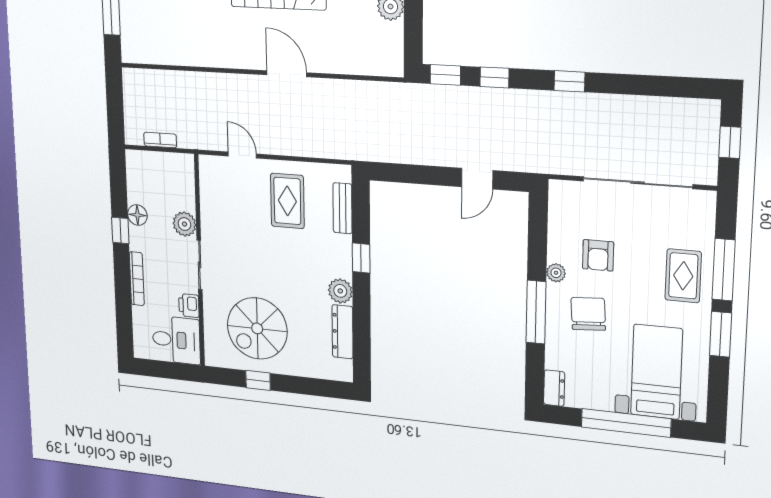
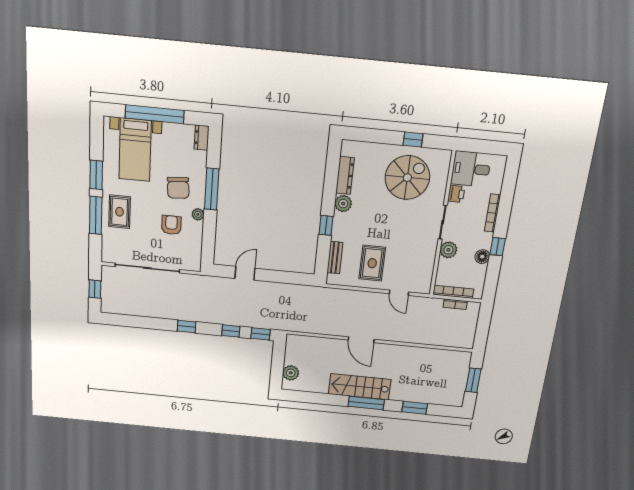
bookcase: (166, 160) -> (453, 292), added

